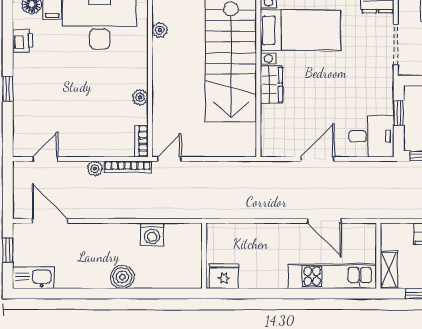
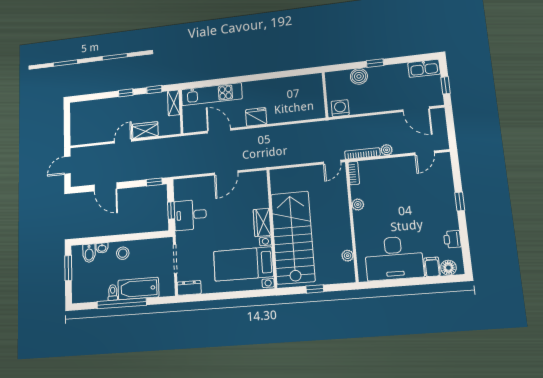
desk: (371, 136) -> (190, 215), moved
wall: (204, 256) -> (325, 95), moved
fridge: (224, 276) -> (256, 117), moved, turned 180
window: (99, 293) -> (375, 63), added

